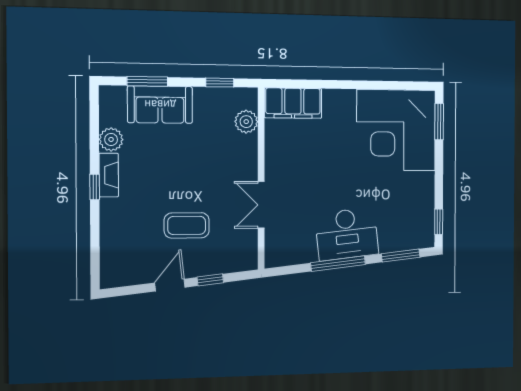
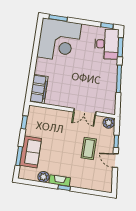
plant: (246, 122) -> (109, 123), moved
desk: (347, 234) -> (107, 44), moved

